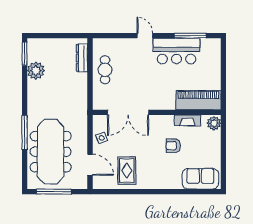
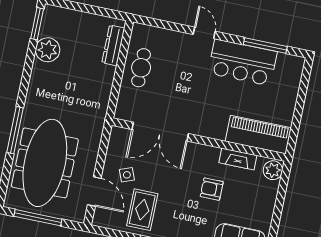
side table: (102, 138) -> (127, 175), moved

